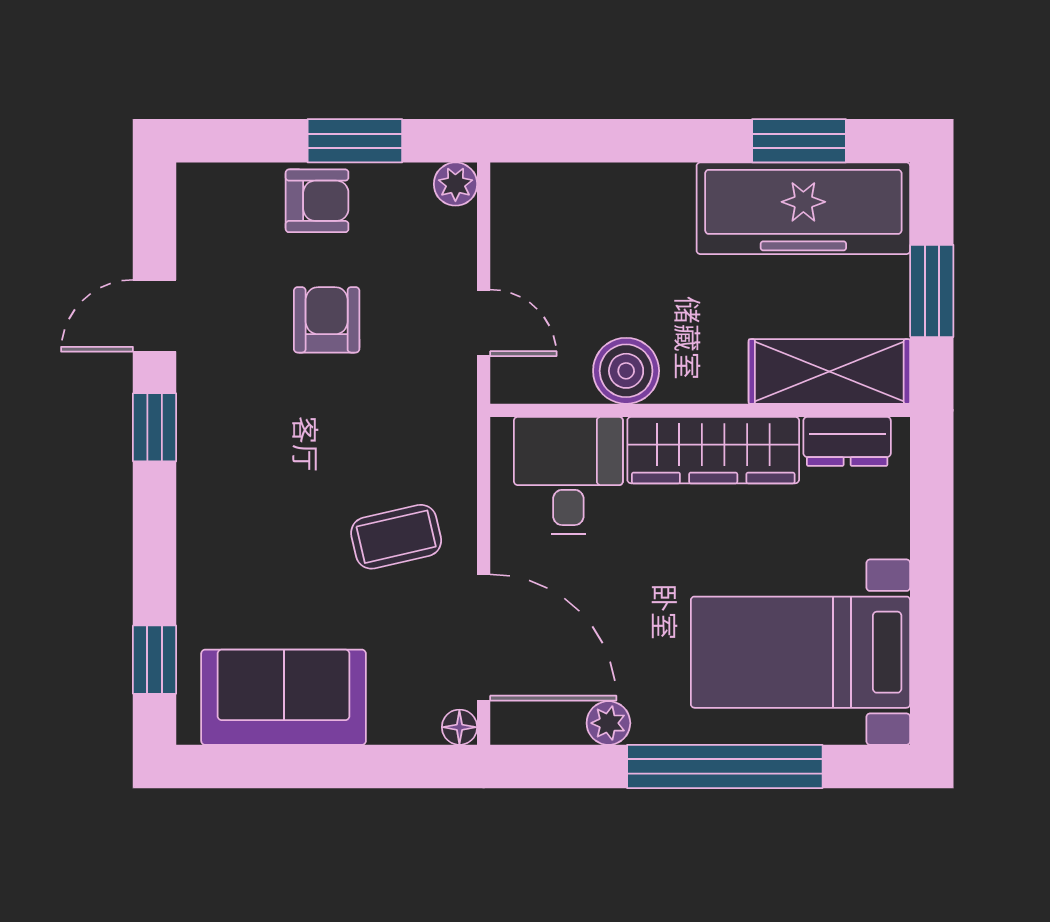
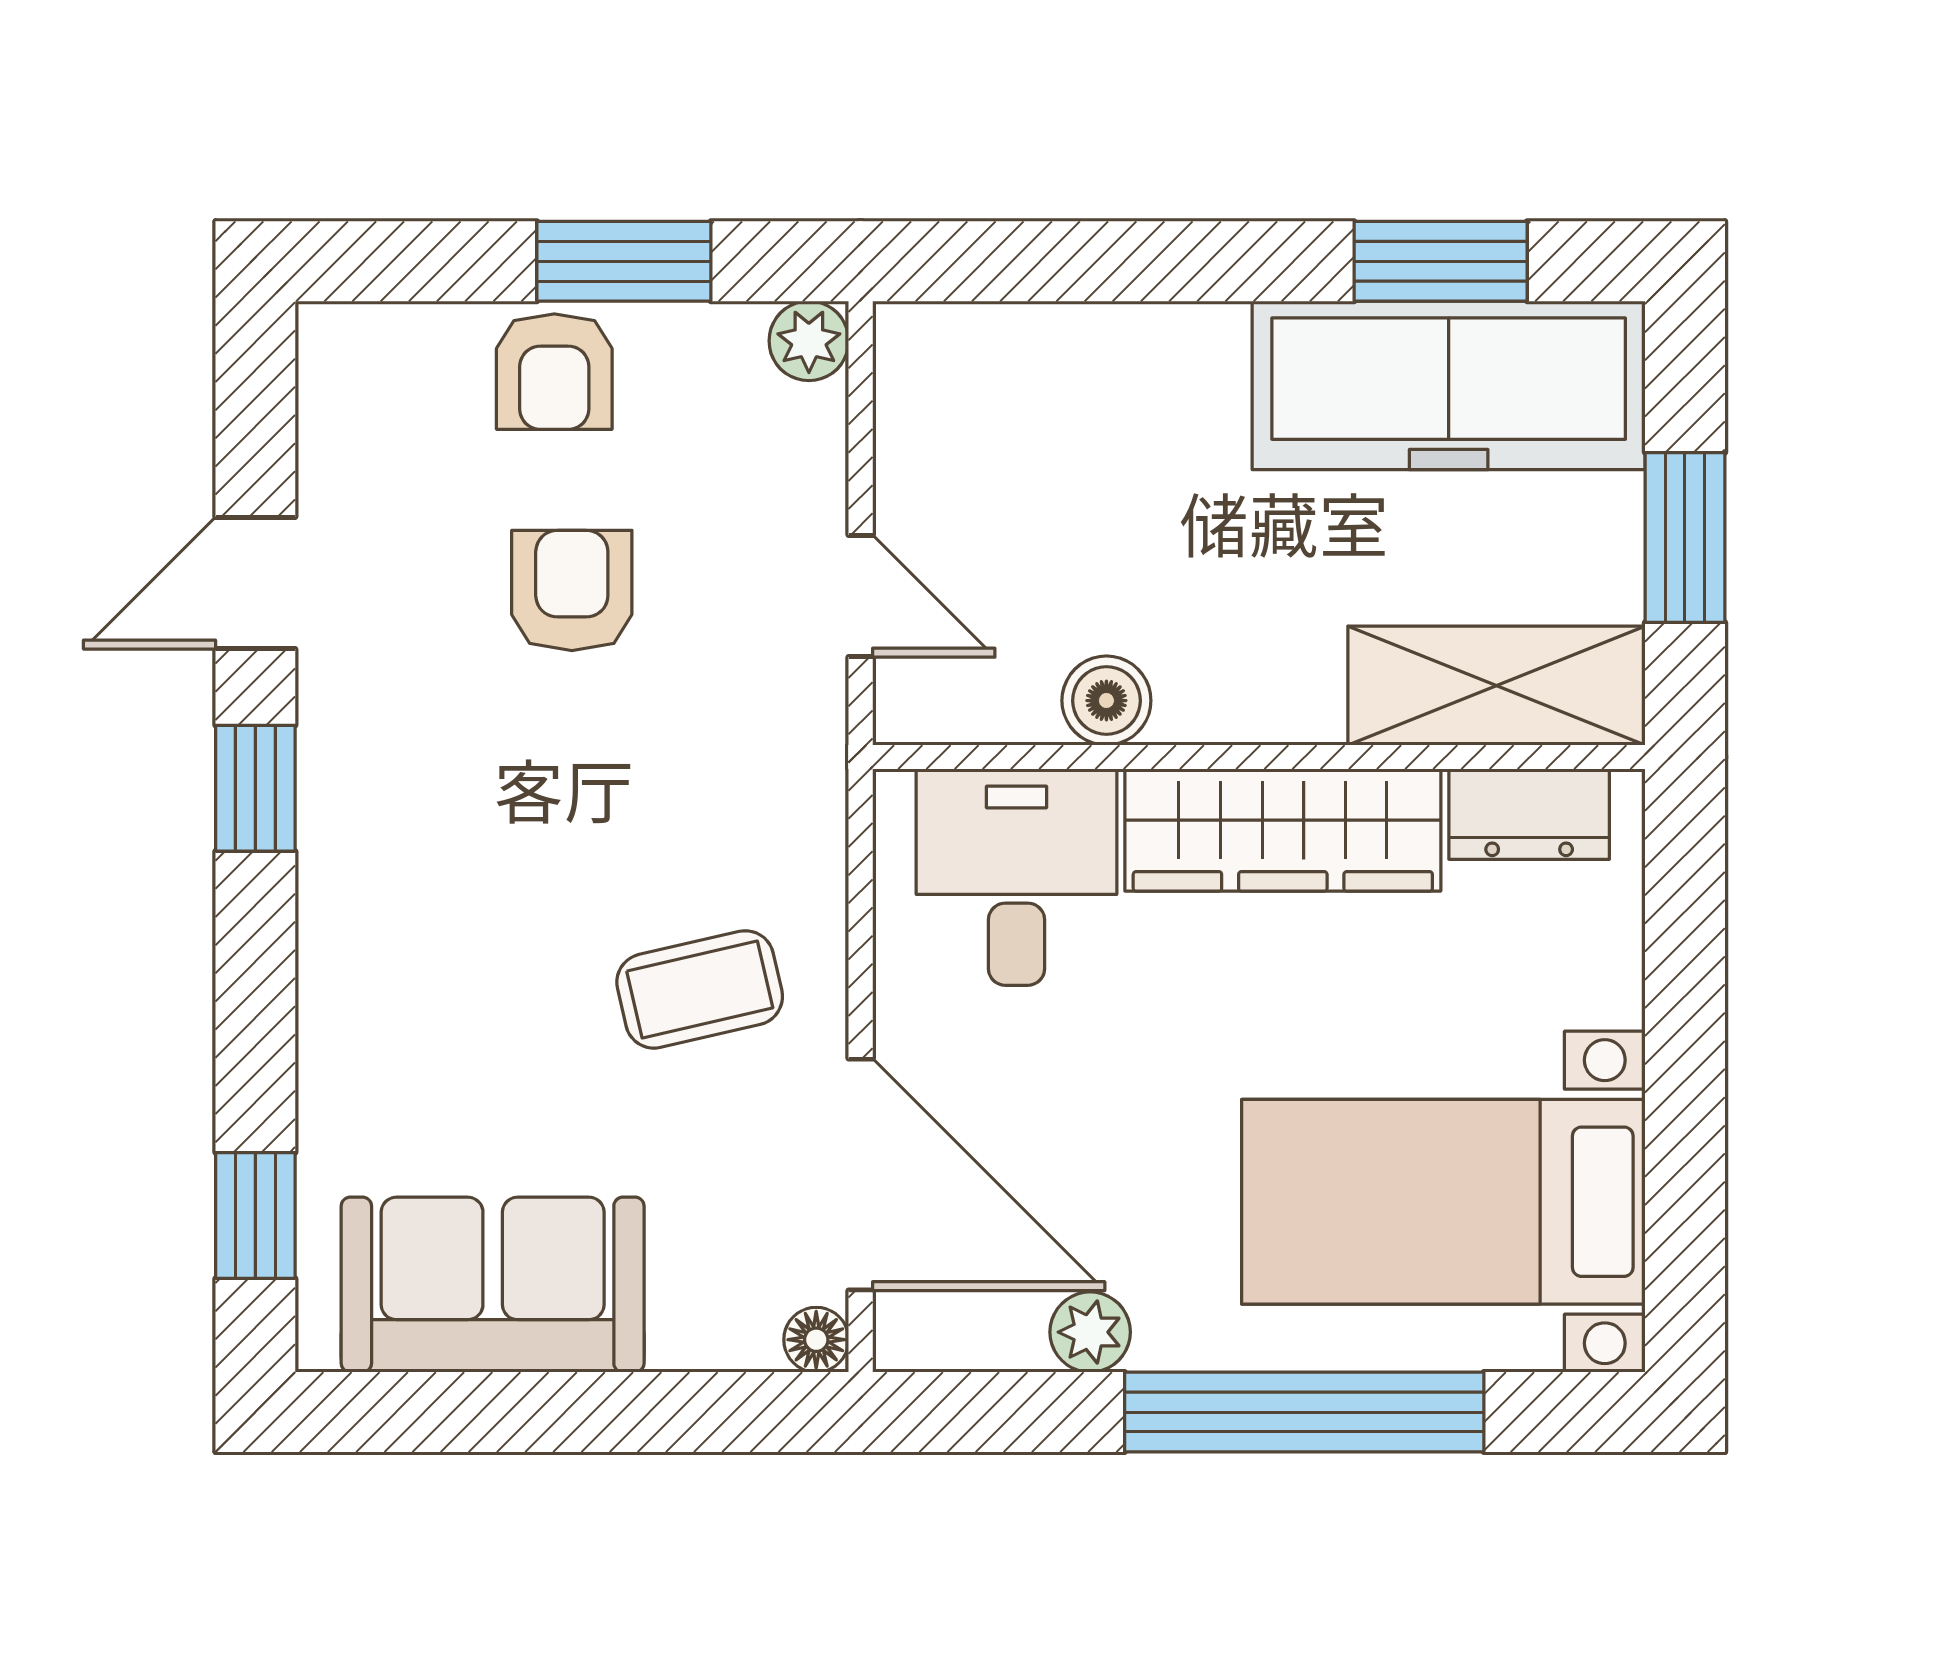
armchair: (317, 201) -> (554, 372), turned 90
boiler: (626, 371) -> (1106, 701), width x0.73, depth x0.73

